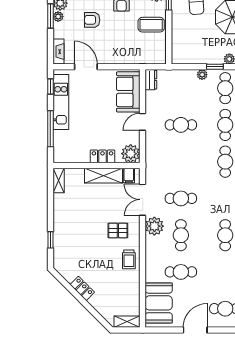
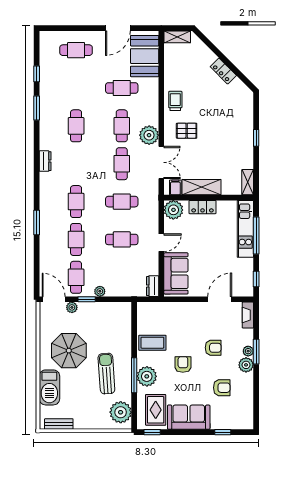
door: (86, 67) -> (220, 299), swing flipped
kitchen unit: (61, 102) -> (245, 229), moved
cafe table: (181, 162) -> (122, 202), added
cafe table: (181, 198) -> (122, 164), turned 90
window: (50, 240) -> (256, 138), moved
door: (195, 330) -> (118, 28), moved

